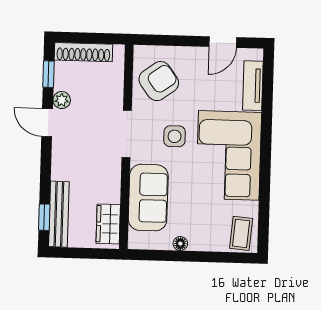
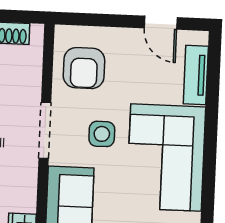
door: (223, 42) -> (161, 23), hinge flipped
armchair: (159, 81) -> (84, 68), turned 126

